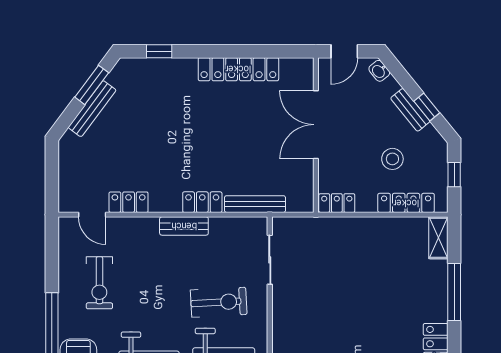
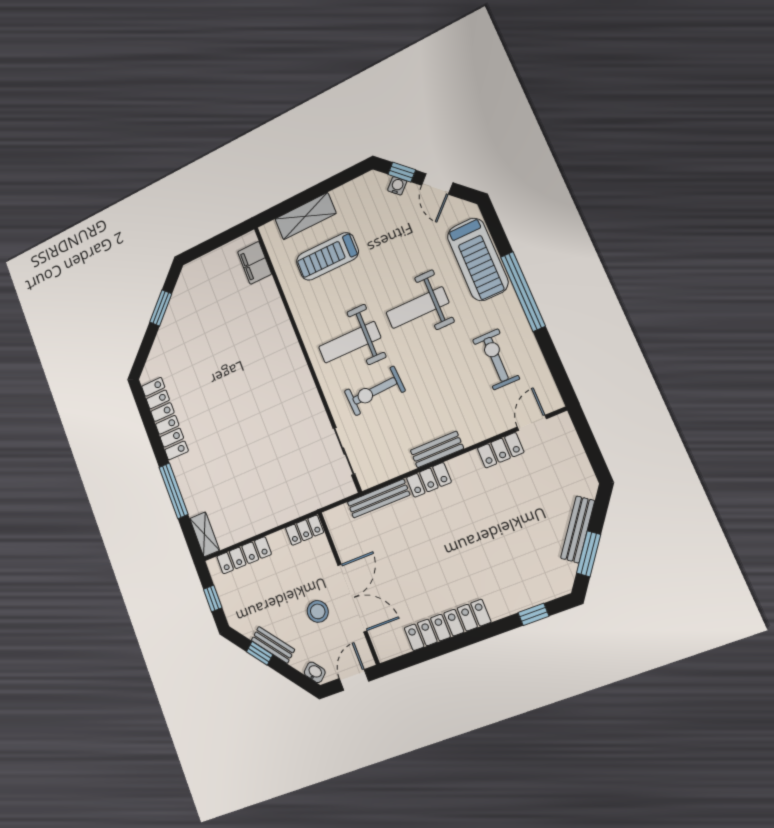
stool: (392, 159) -> (318, 611), moved
door: (92, 215) -> (532, 423), hinge flipped

